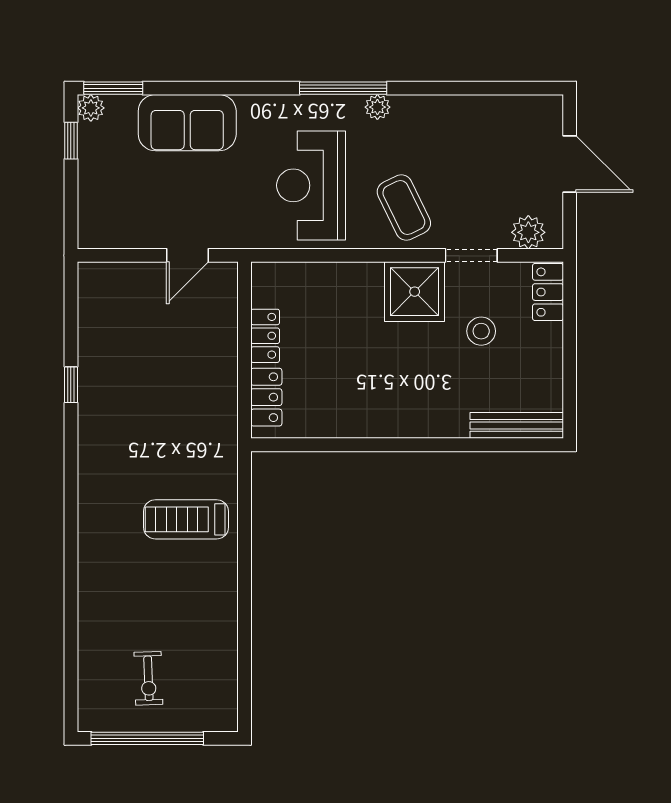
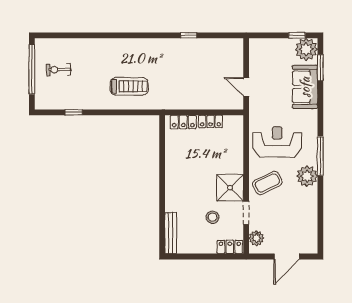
window: (113, 88) -> (320, 68), moved
plant: (377, 107) -> (307, 176), width x1.88, depth x1.88
plant: (91, 108) -> (306, 49), width x1.87, depth x1.87
treadmill: (186, 519) -> (129, 86), turned 90
window: (245, 644) -> (74, 112), added

